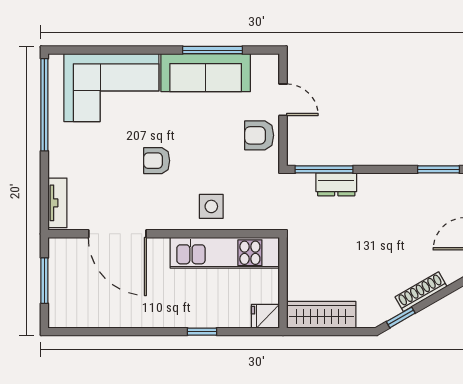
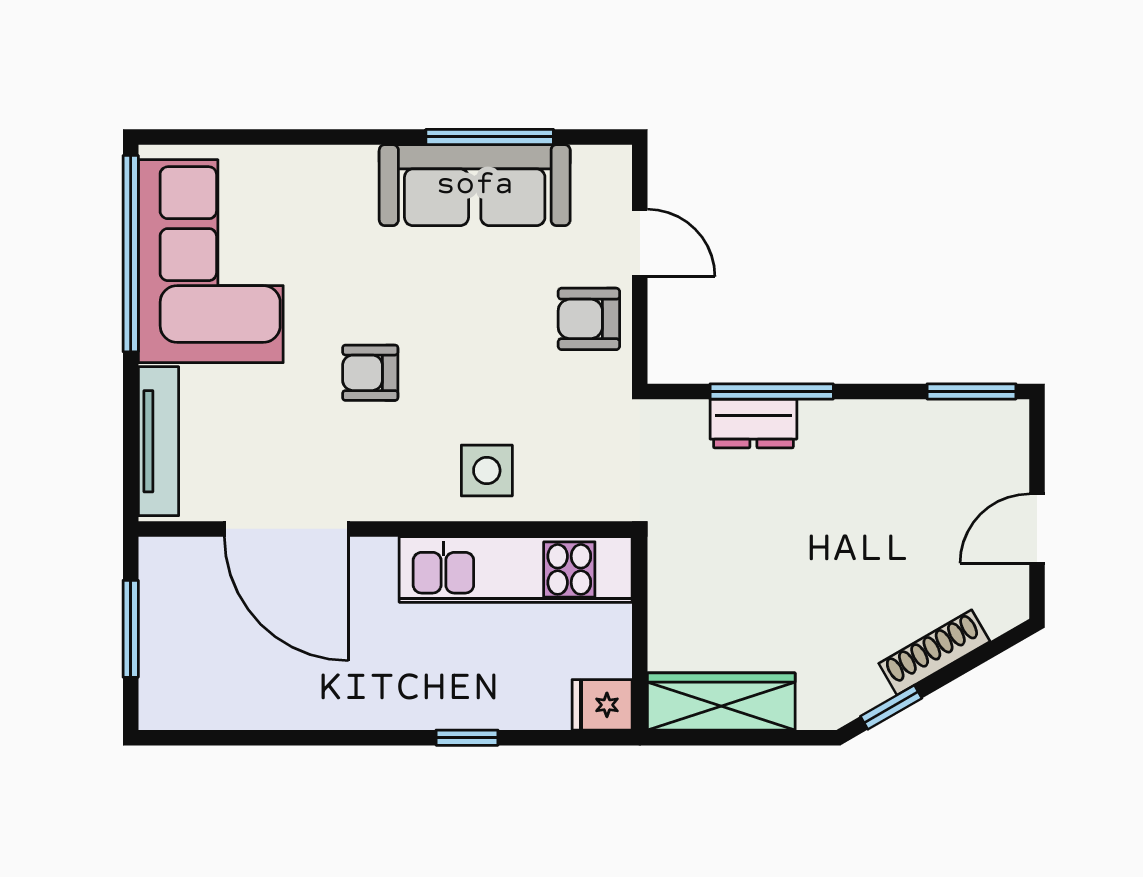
corner sofa: (111, 88) -> (211, 261), moved, turned -90
window: (324, 169) -> (772, 391), moved
tv unit: (57, 203) -> (159, 441), width x1.41

